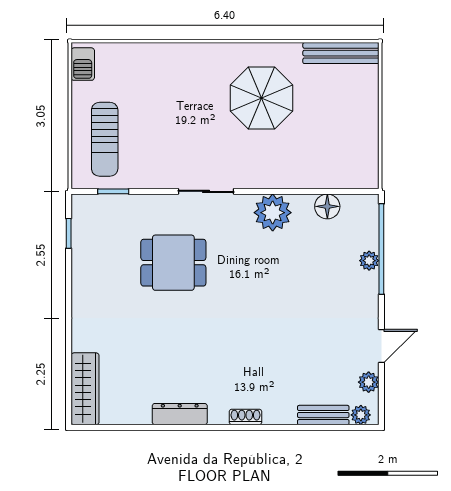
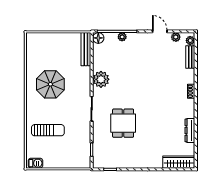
bench: (341, 53) -> (86, 49), moved
sun lounger: (105, 139) -> (48, 130), moved
floor lamp: (327, 206) -> (98, 38), moved
dresser: (180, 414) -> (190, 130), moved

